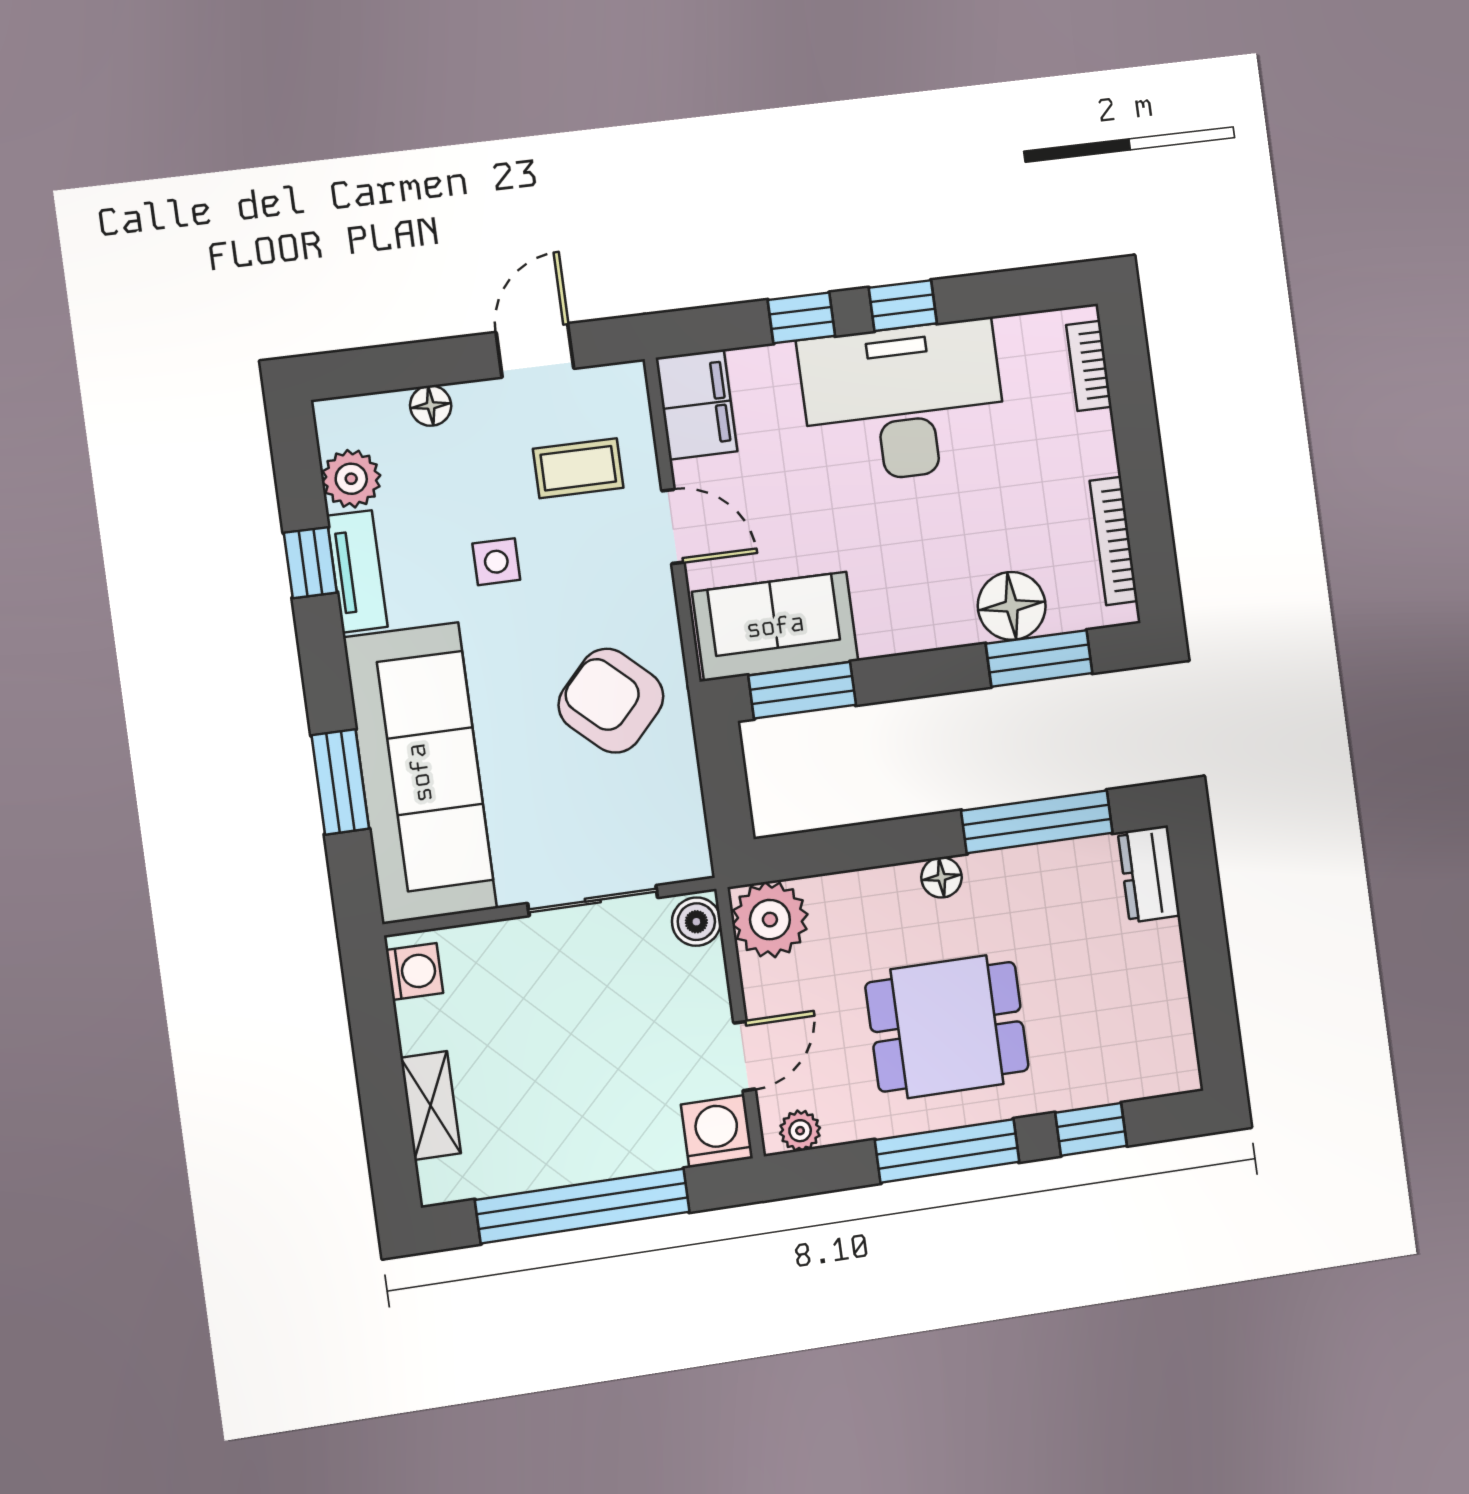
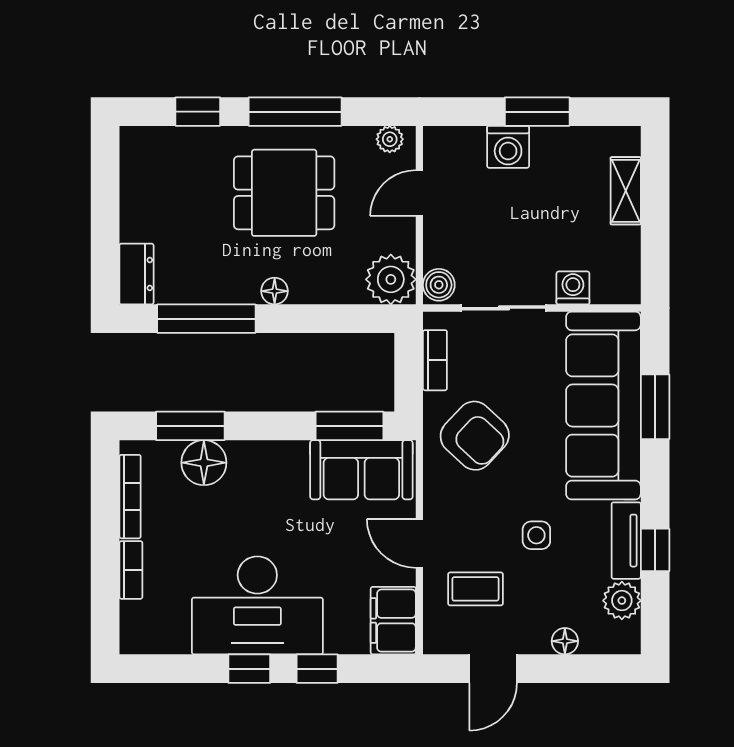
bookcase: (1089, 366) -> (131, 570), moved
bookcase: (687, 807) -> (435, 360), added
washing machine: (414, 972) -> (573, 288), moved, turned 90
washing machine: (717, 1131) -> (508, 147), moved
window: (583, 1206) -> (537, 112), width x0.47

